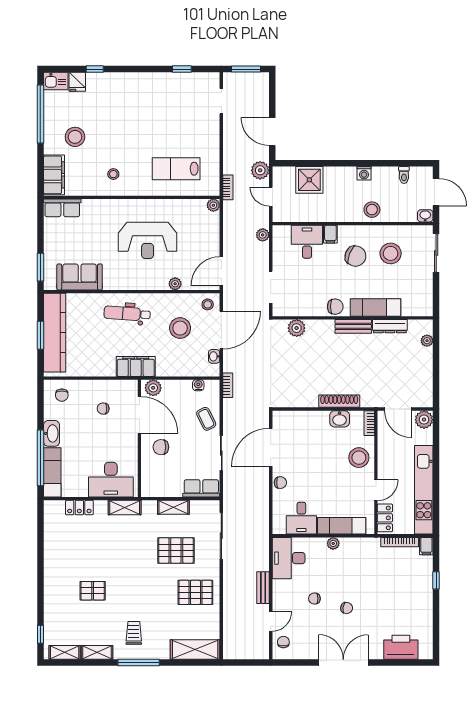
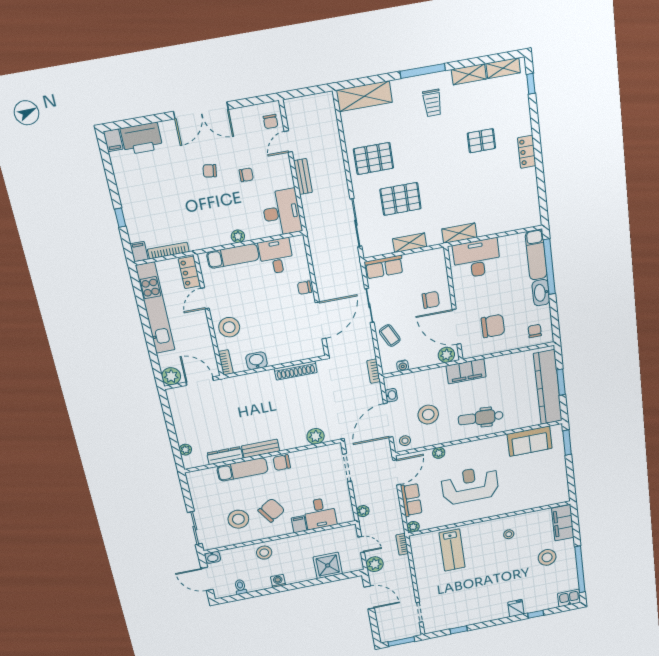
fridge: (77, 82) -> (516, 608), moved
lab bench: (176, 169) -> (452, 550), turned 90
row of seats: (62, 208) -> (411, 500), moved, turned 90
chair: (355, 256) -> (271, 510), turned 126
dental chair: (127, 314) -> (481, 418), turned 180
shoe rack: (339, 401) -> (296, 371), moved
chair: (103, 409) -> (493, 326), width x1.87, depth x1.87
locker: (79, 508) -> (527, 152), moved, turned -90
filing cabinet: (426, 650) -> (113, 140), added

